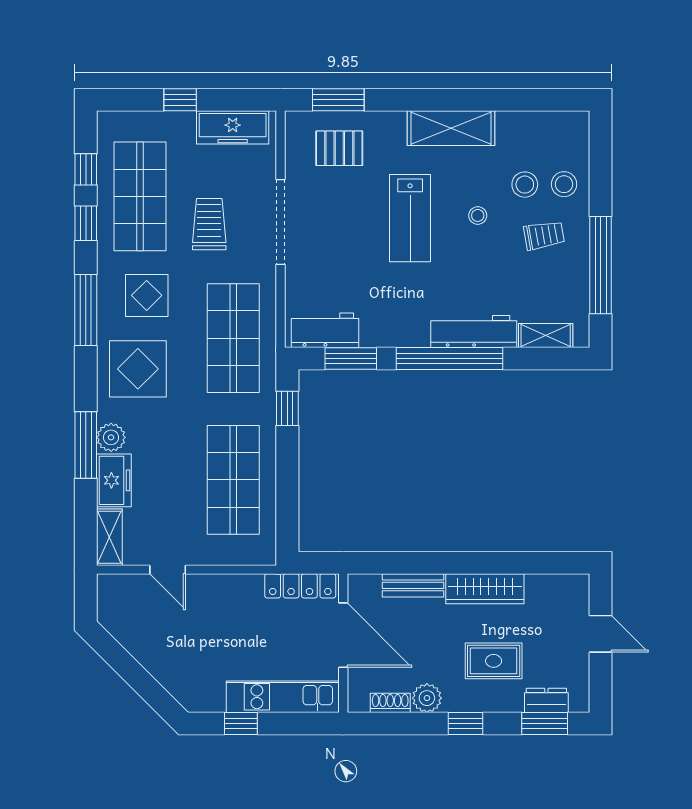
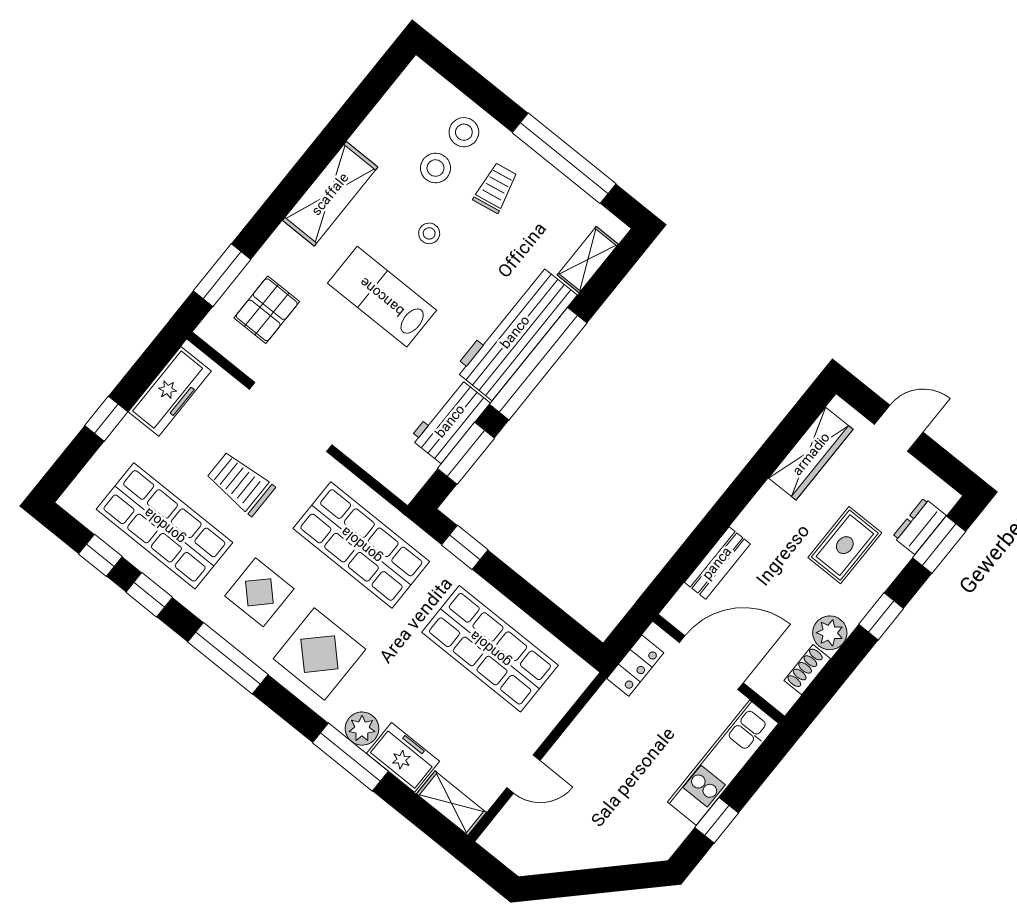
lab bench: (410, 218) -> (382, 297), turned 180
workbench: (325, 330) -> (450, 421), moved
workbench: (474, 332) -> (515, 332), width x1.36, depth x1.32
locker: (300, 586) -> (635, 666), width x0.66
wardrobe: (485, 589) -> (811, 454), moved

